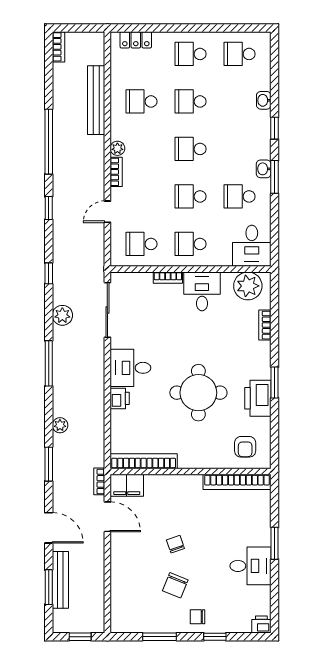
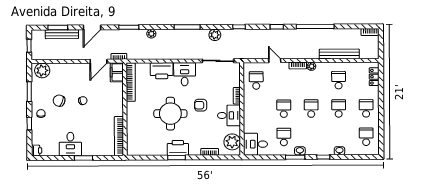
school desk: (191, 244) -> (256, 109), removed
printer: (120, 398) -> (162, 71), width x1.87, depth x1.48
printer: (258, 398) -> (178, 148), moved
armchair: (245, 447) -> (201, 105), moved
plant: (123, 614) -> (42, 70), added

